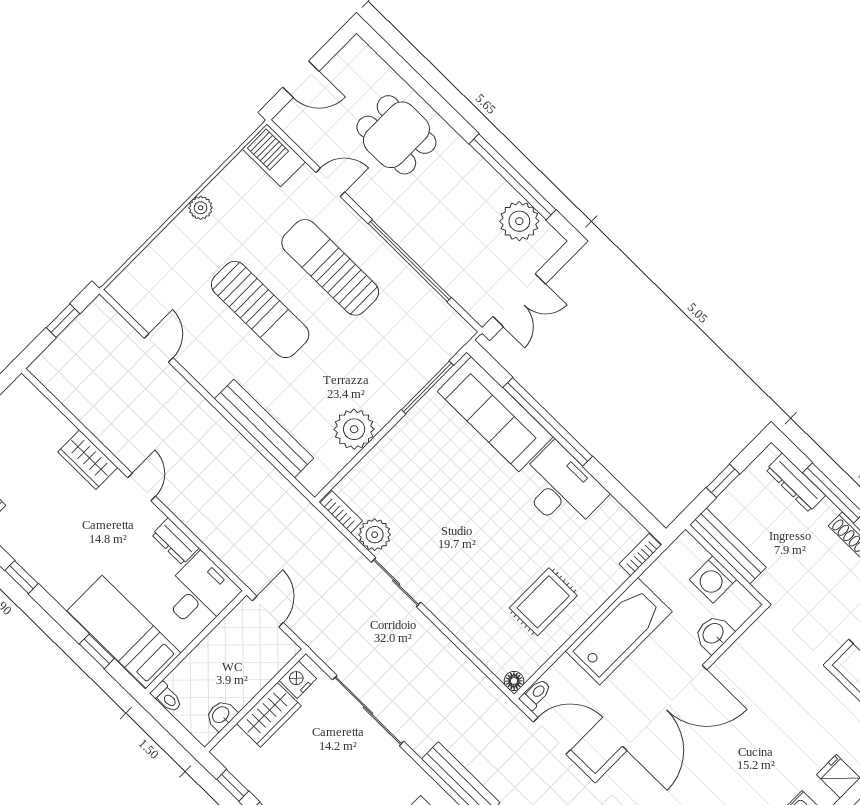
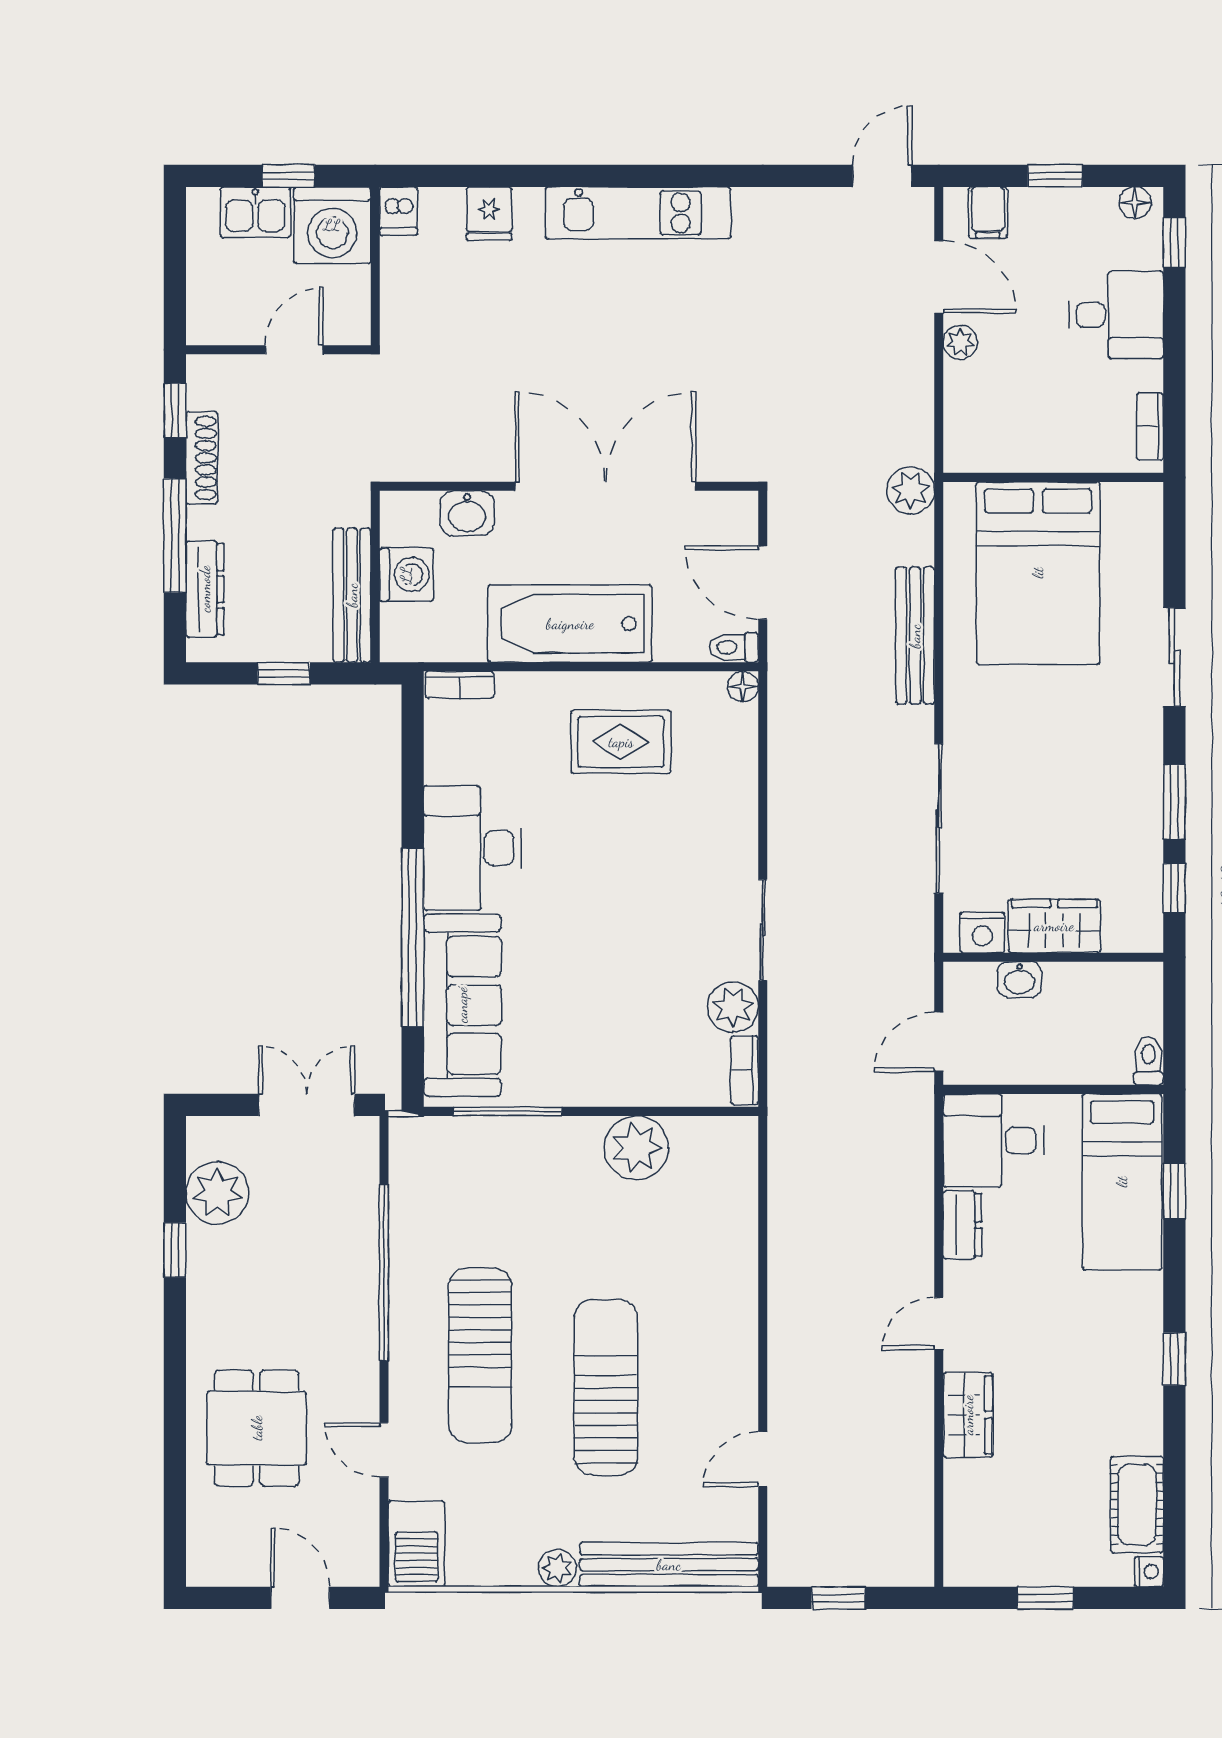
window: (512, 177) -> (175, 1250), width x0.32
bench: (264, 428) -> (669, 1565), moved, turned 90
washbasin: (221, 715) -> (1020, 979), moved

